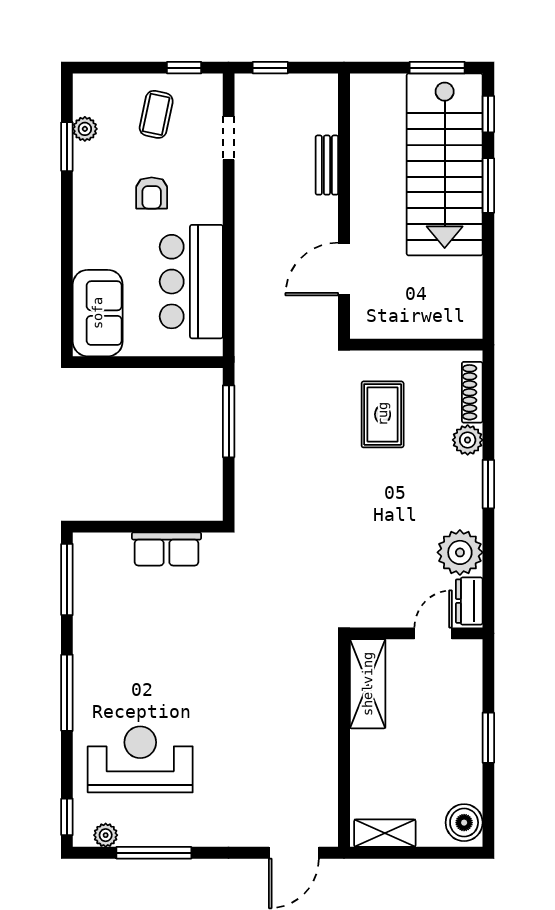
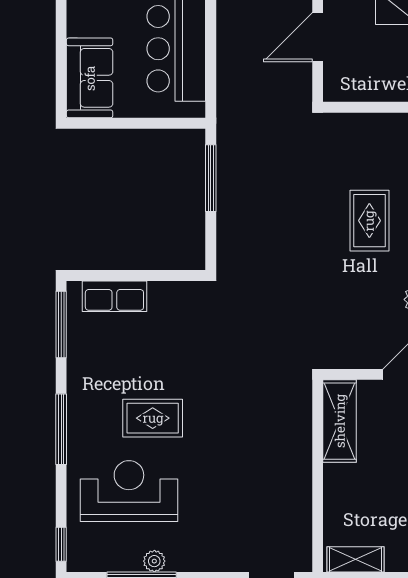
rug: (383, 414) -> (369, 221), moved
row of seats: (166, 549) -> (114, 296), moved
rug: (166, 681) -> (153, 418), added
plant: (106, 835) -> (154, 561), moved

